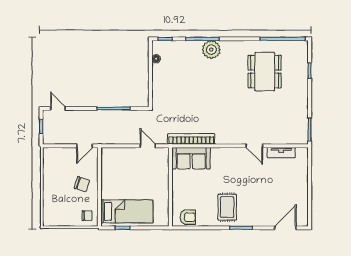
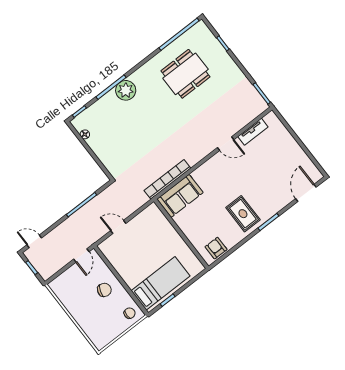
dining table: (265, 72) -> (185, 74), turned 90
door: (148, 146) -> (118, 227), moved
armchair: (188, 217) -> (216, 248), turned -90

